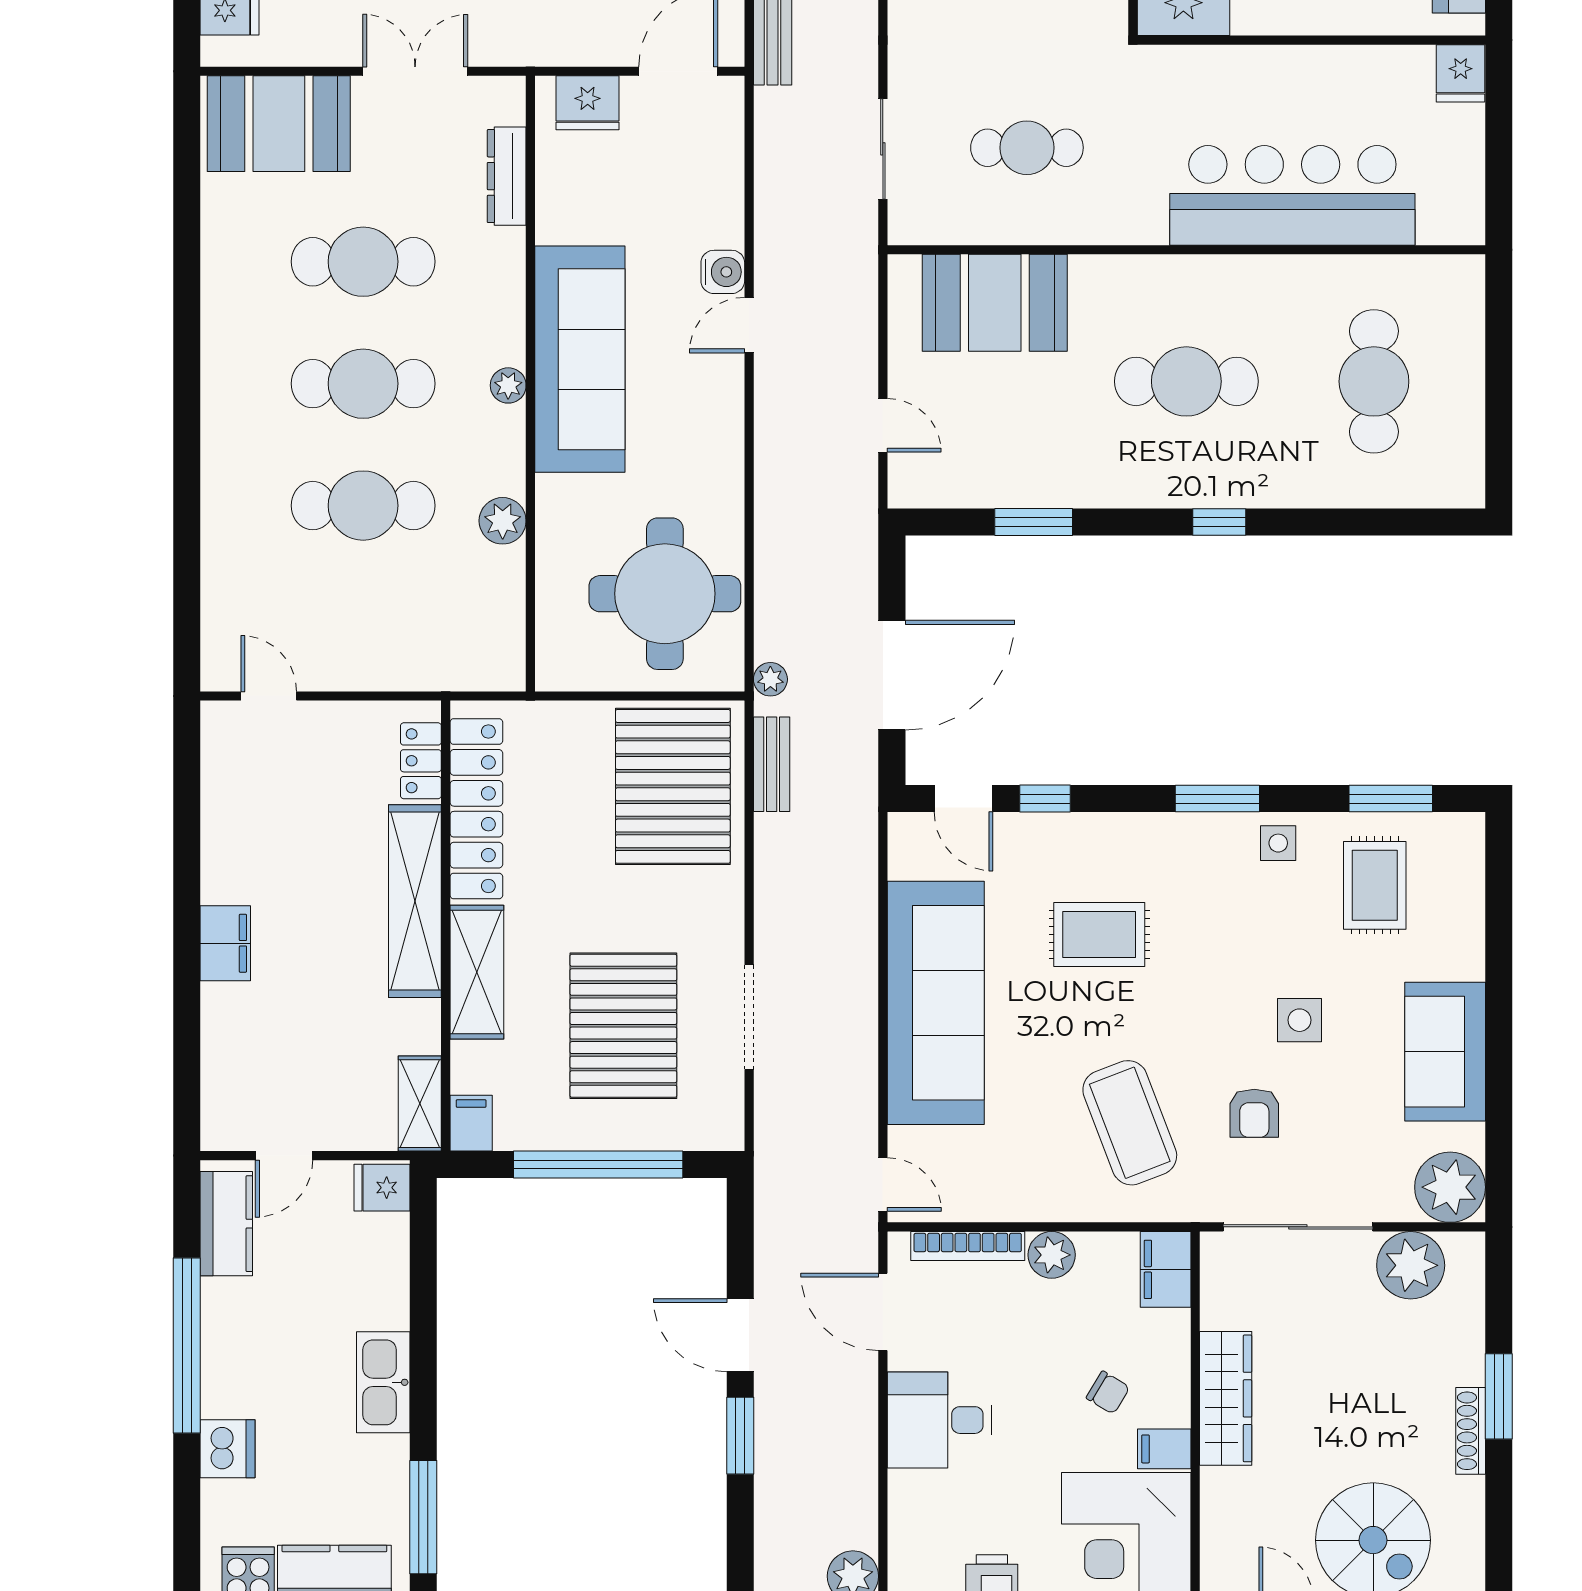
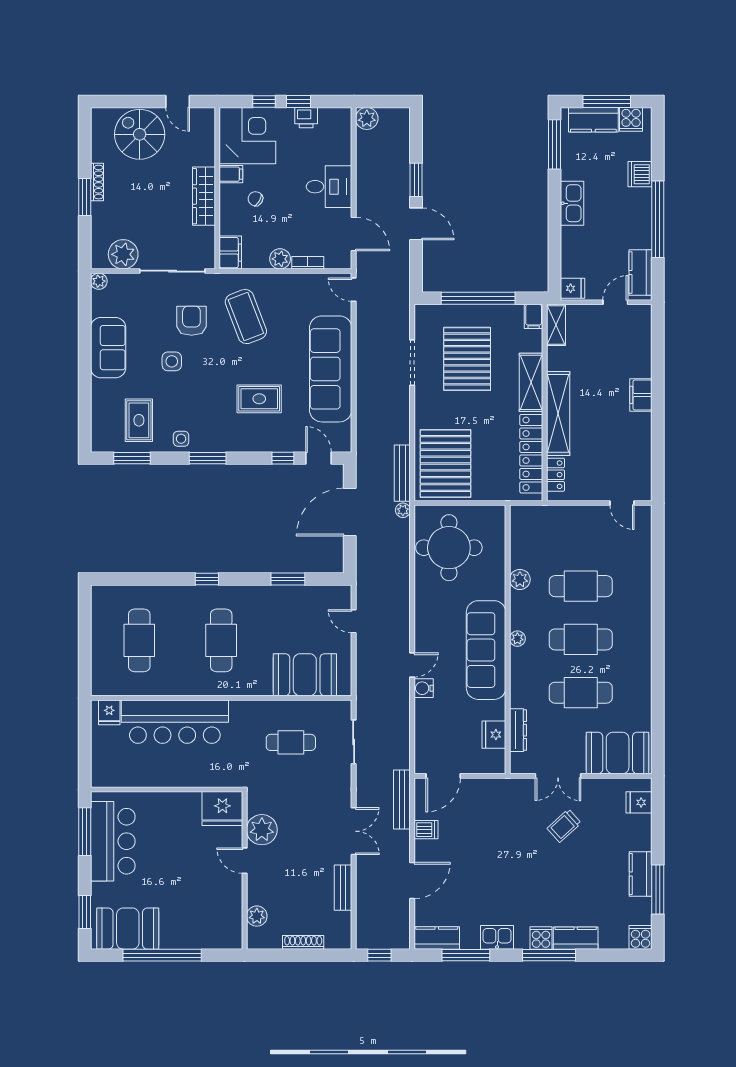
fridge: (1461, 73) -> (109, 712), moved, turned 180
fridge: (588, 103) -> (494, 735), moved, turned -90
cafe table: (1186, 381) -> (221, 640), turned 90
bench: (772, 764) -> (402, 473), width x1.36
armchair: (1254, 1113) -> (191, 321), width x1.38, depth x1.38
plant: (1450, 1187) -> (99, 281), width x0.53, depth x0.53
bookcase: (968, 1246) -> (308, 263), width x0.64

